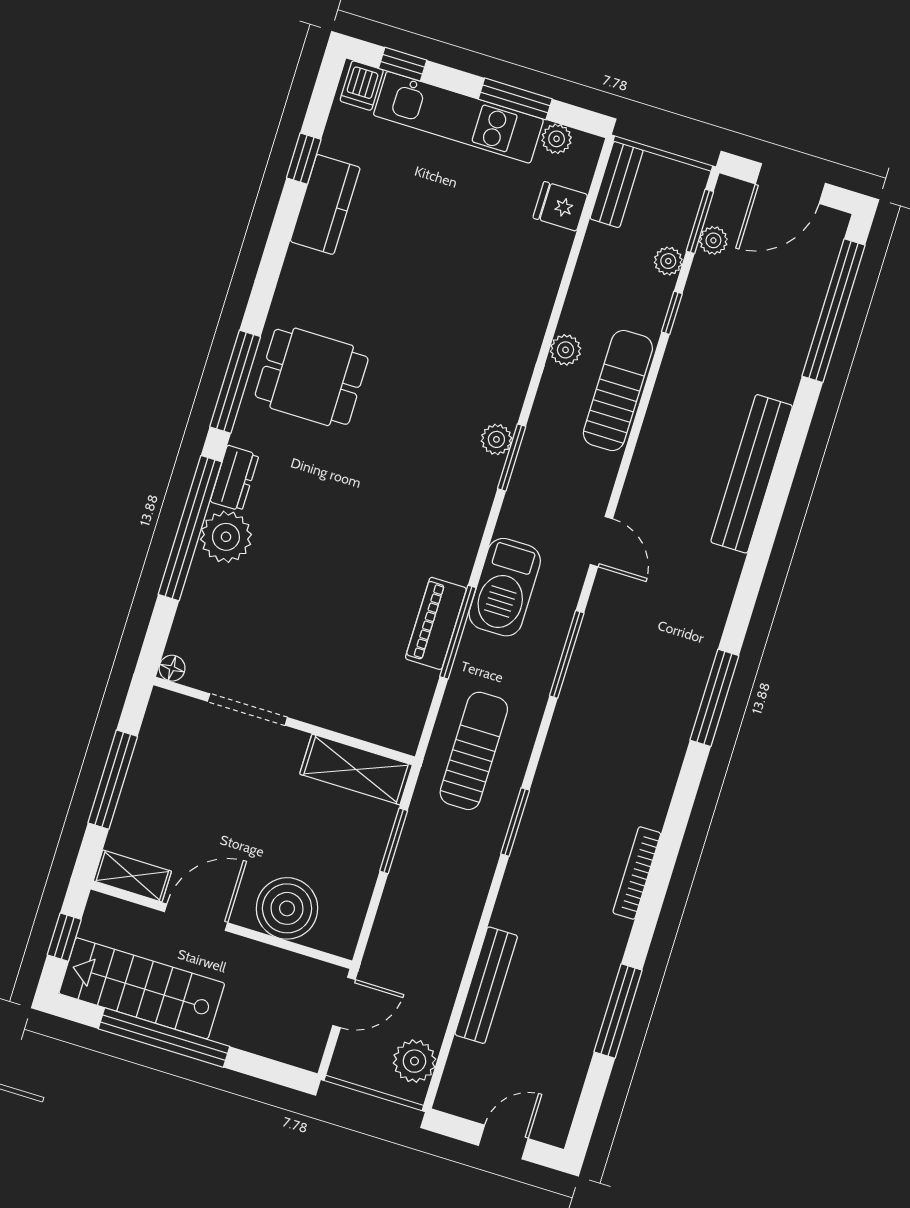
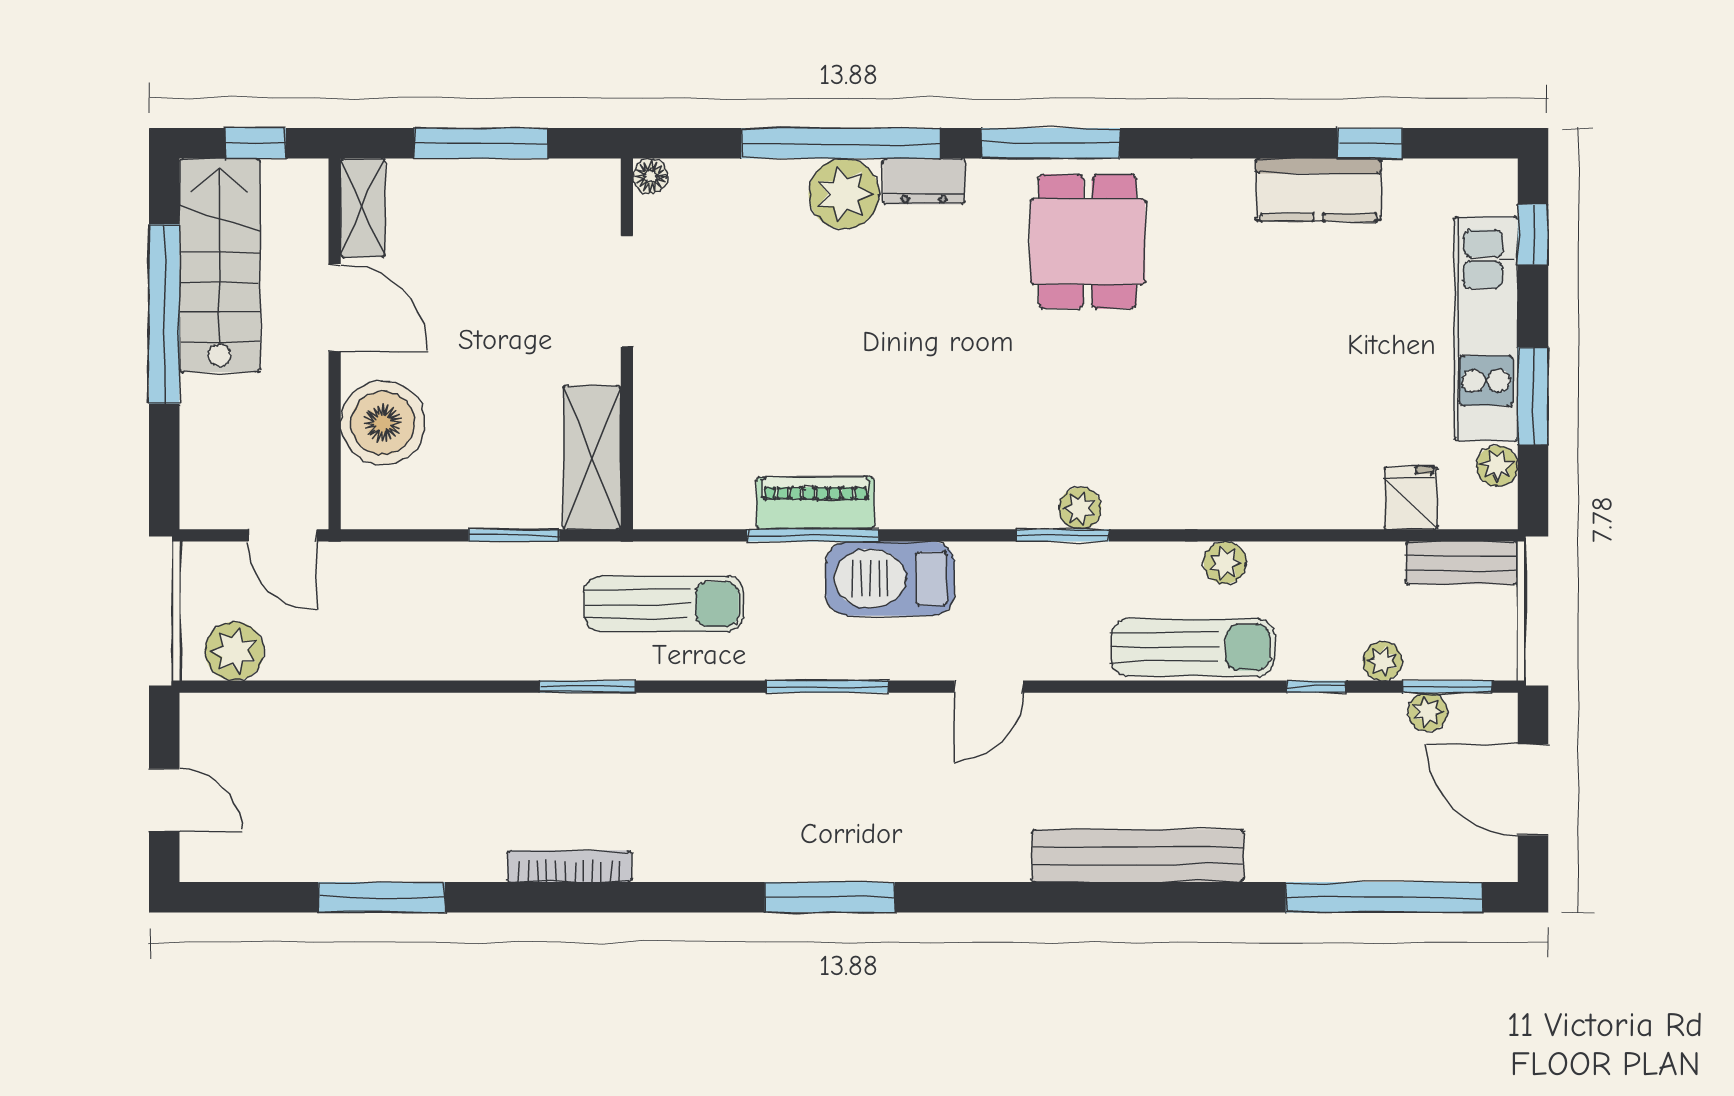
dishwasher: (362, 86) -> (1489, 190), removed
bench: (486, 985) -> (362, 714), removed

